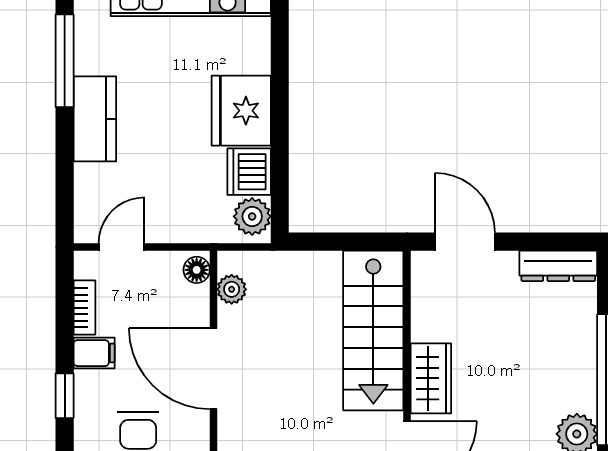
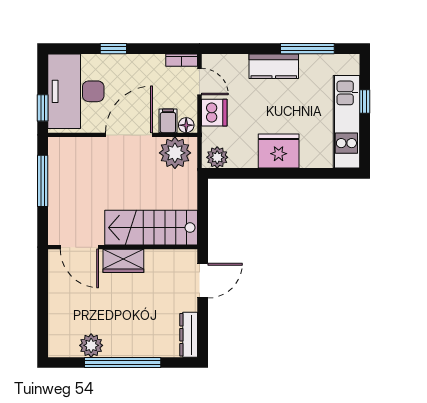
dishwasher: (249, 172) -> (214, 113), moved, turned 90
plant: (232, 289) -> (175, 153), width x1.87, depth x1.87
bookcase: (84, 308) -> (182, 60), moved
filing cabinet: (94, 353) -> (168, 121), moved, turned 180

